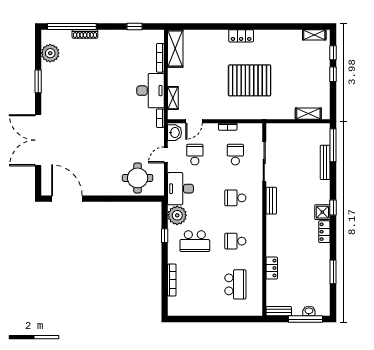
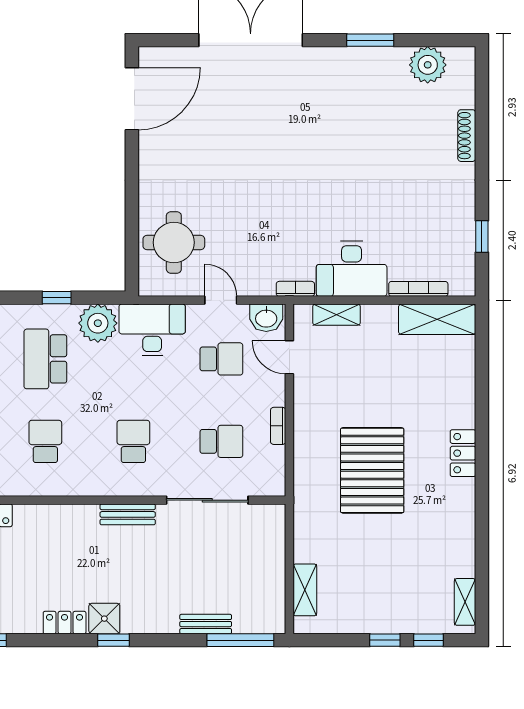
window: (72, 27) -> (482, 109), removed
bench: (325, 162) -> (206, 624), width x0.73

